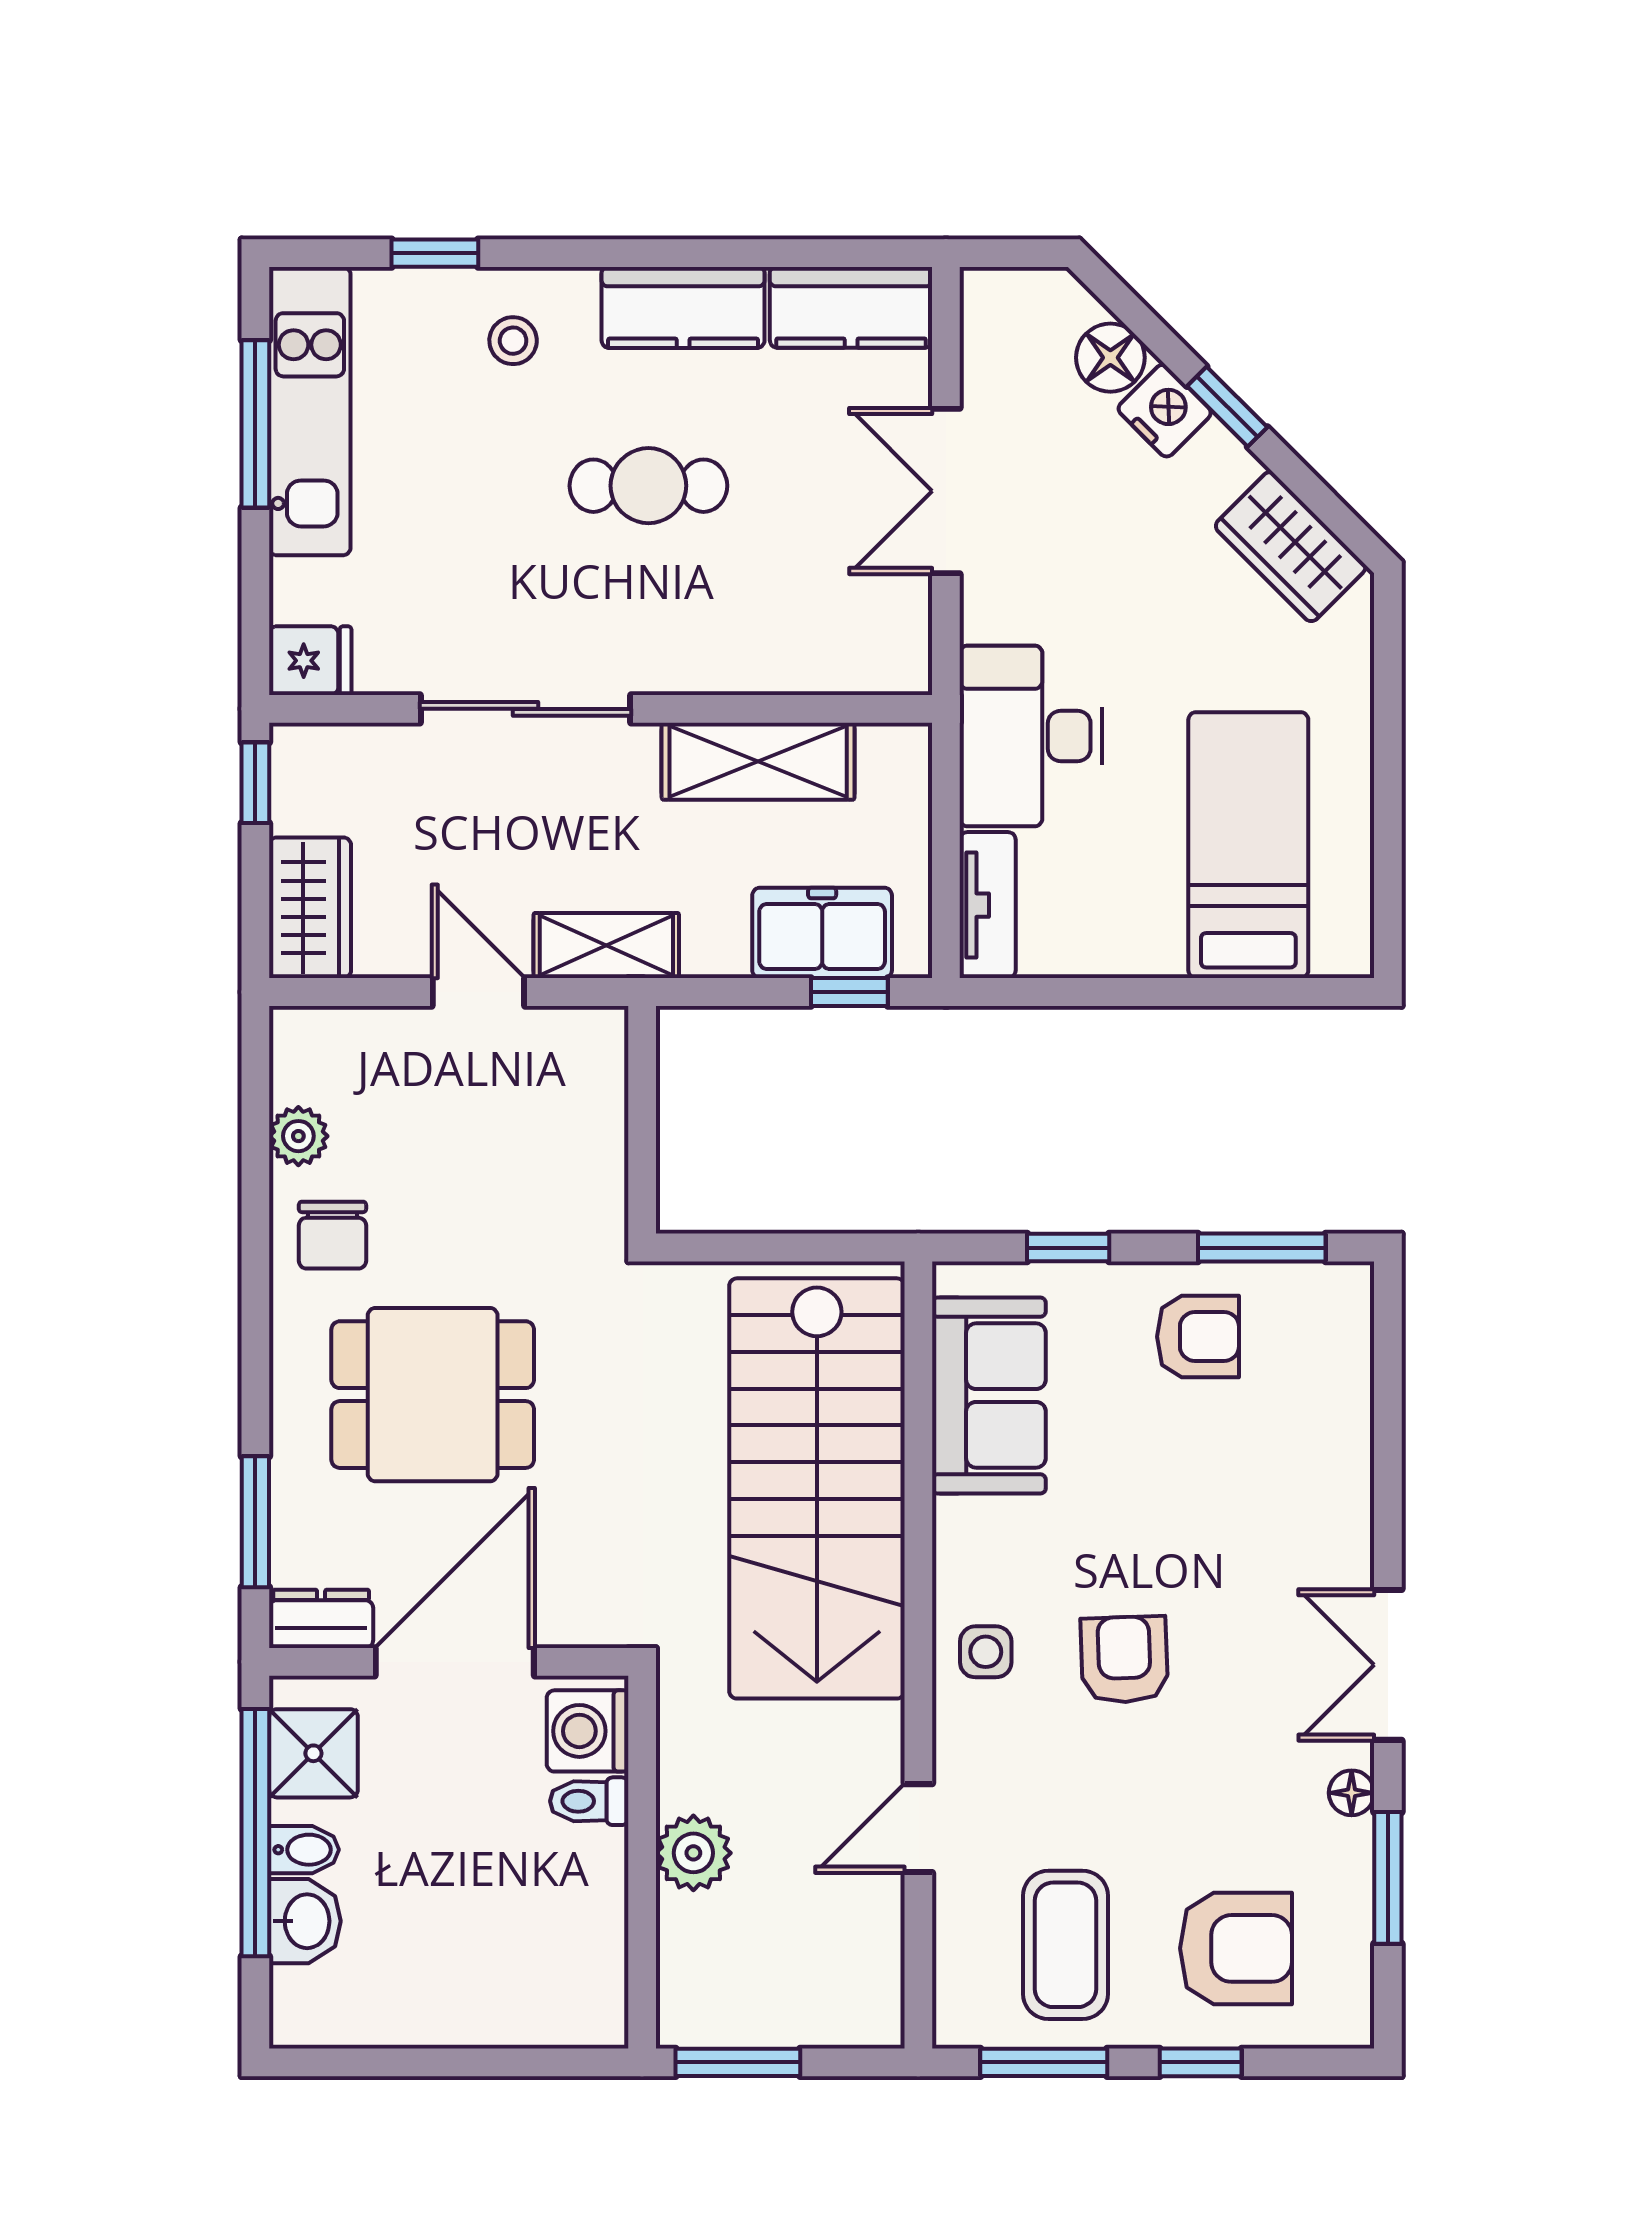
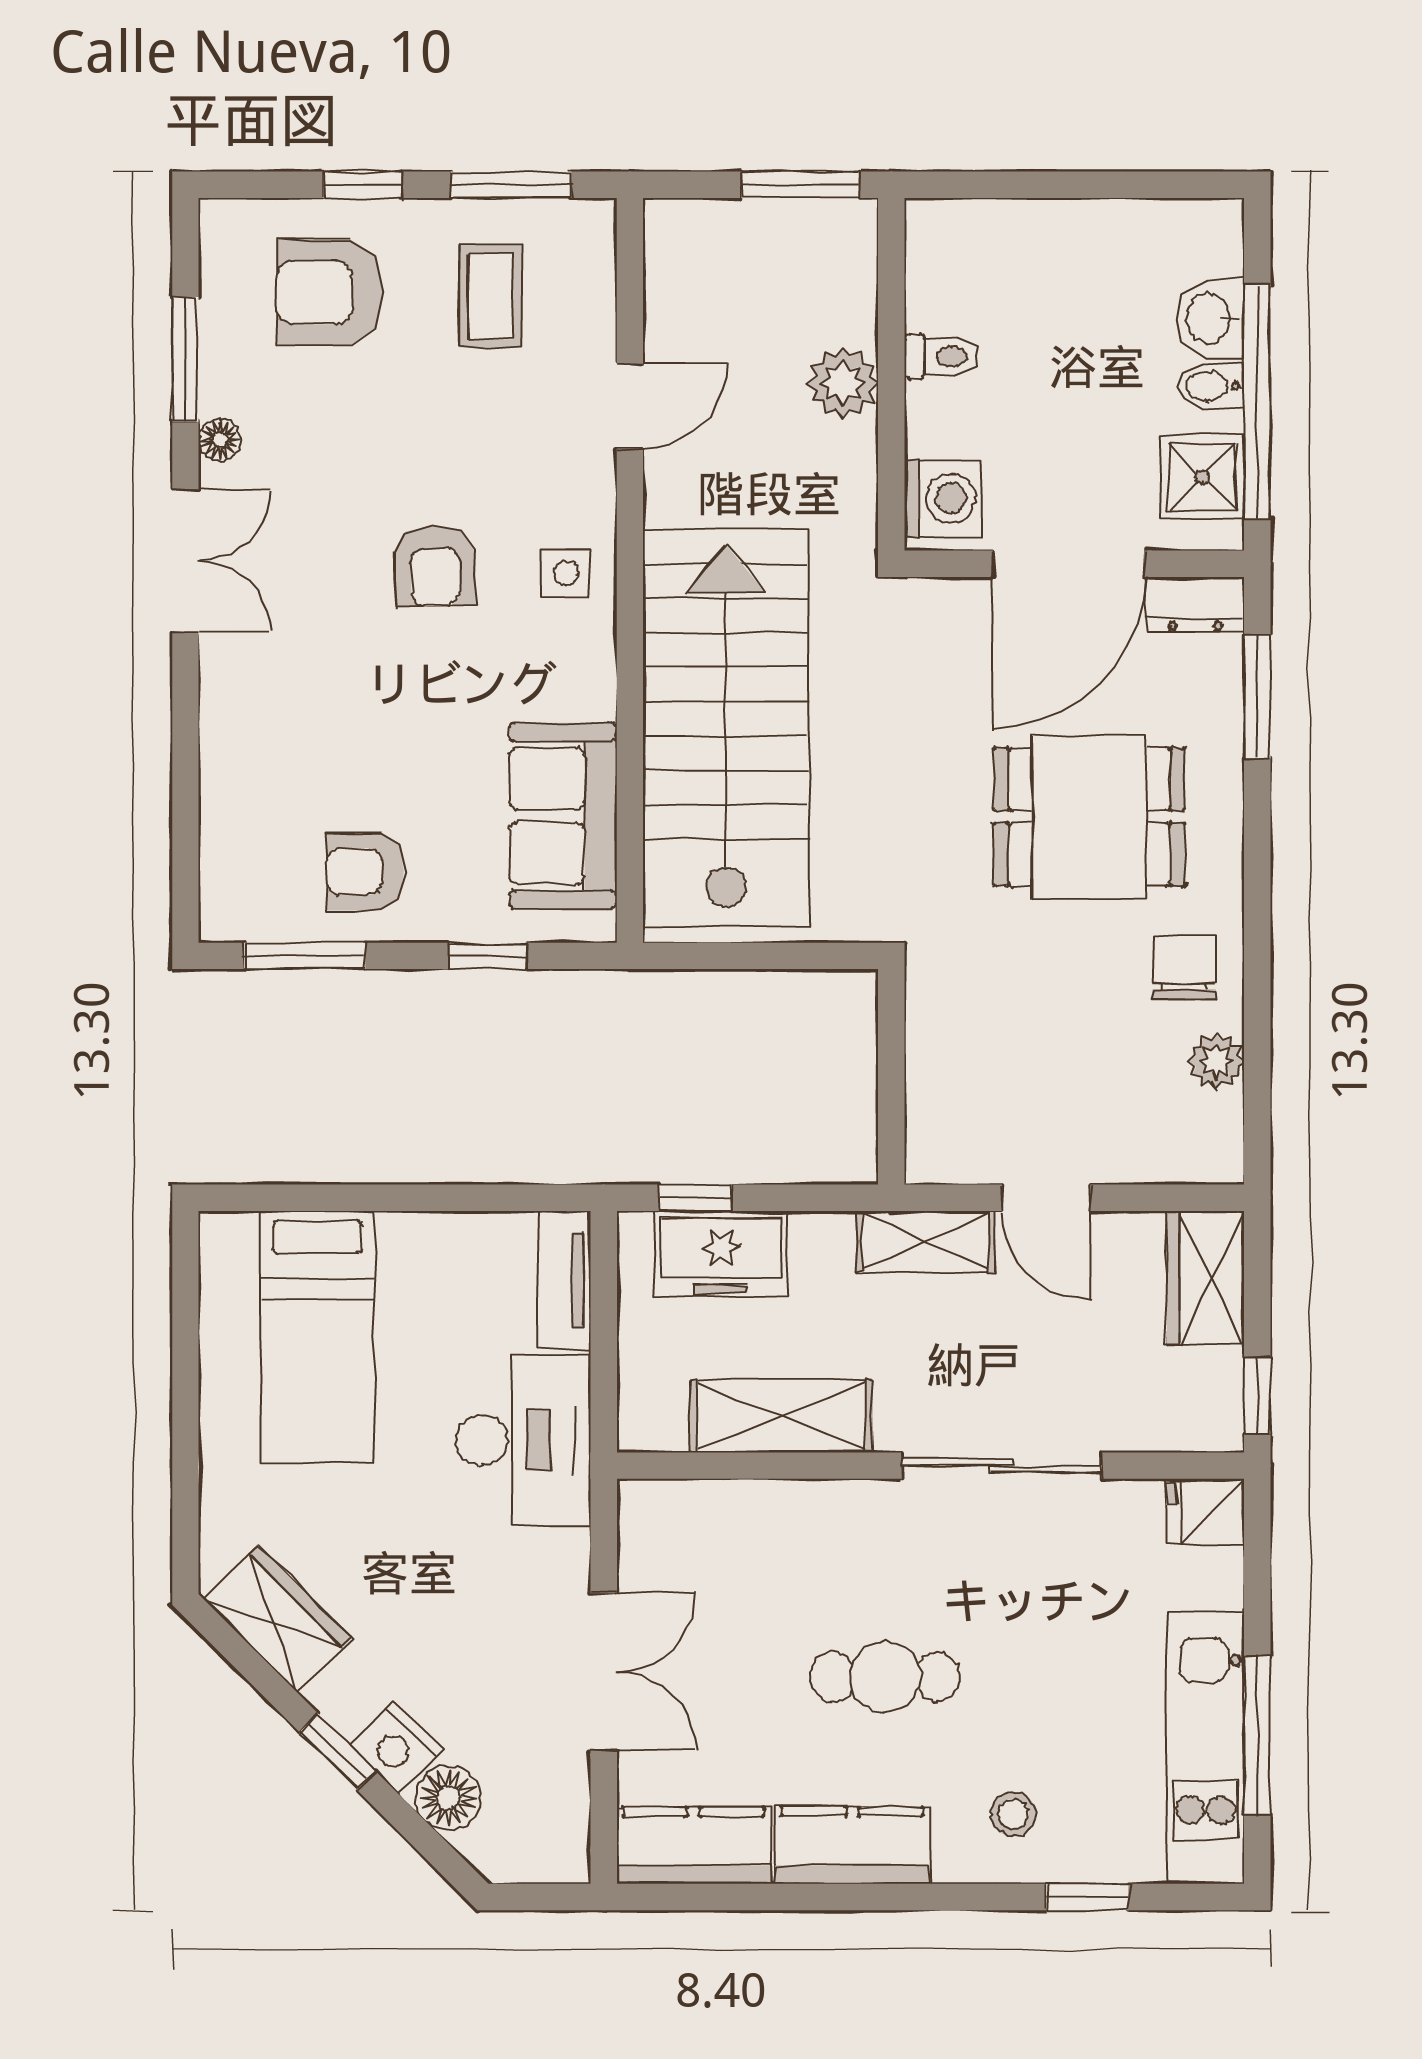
toilet: (589, 1801) -> (941, 356), moved
coffee table: (1065, 1945) -> (491, 296), width x0.73, depth x0.77

